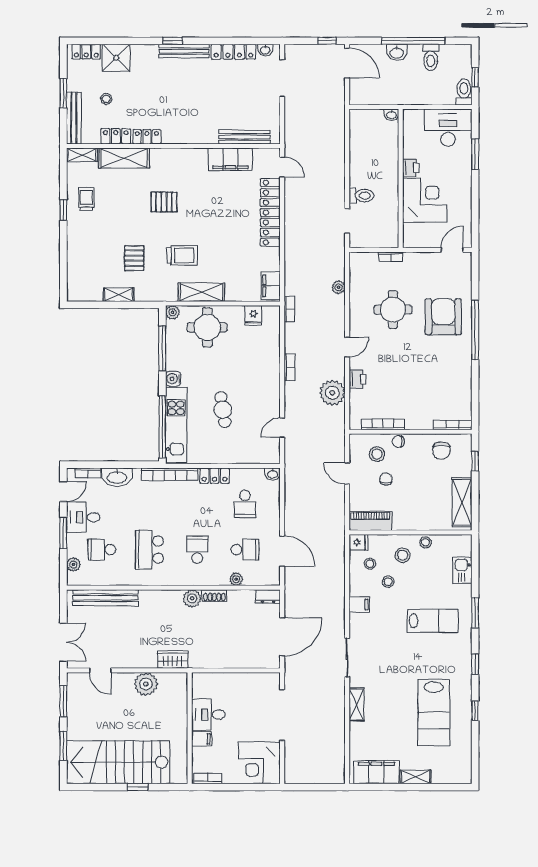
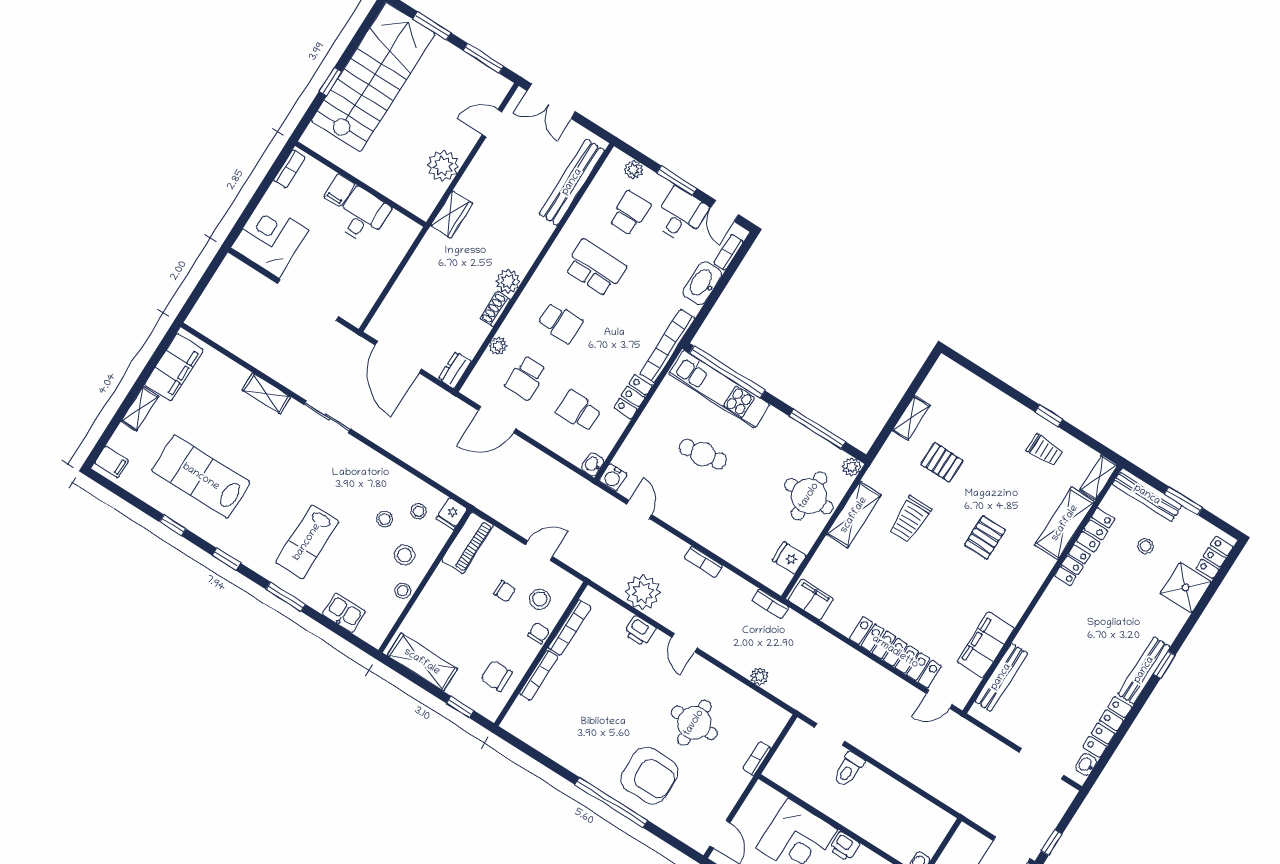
water cooler: (173, 379) -> (613, 477), moved, turned 180
bookcase: (453, 425) -> (539, 675), moved
filing cabinet: (359, 604) -> (112, 462), moved, turned -90

